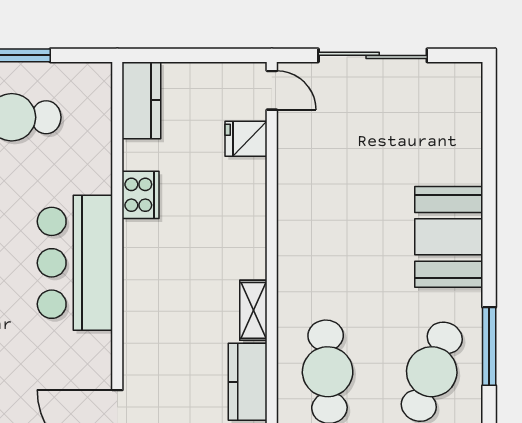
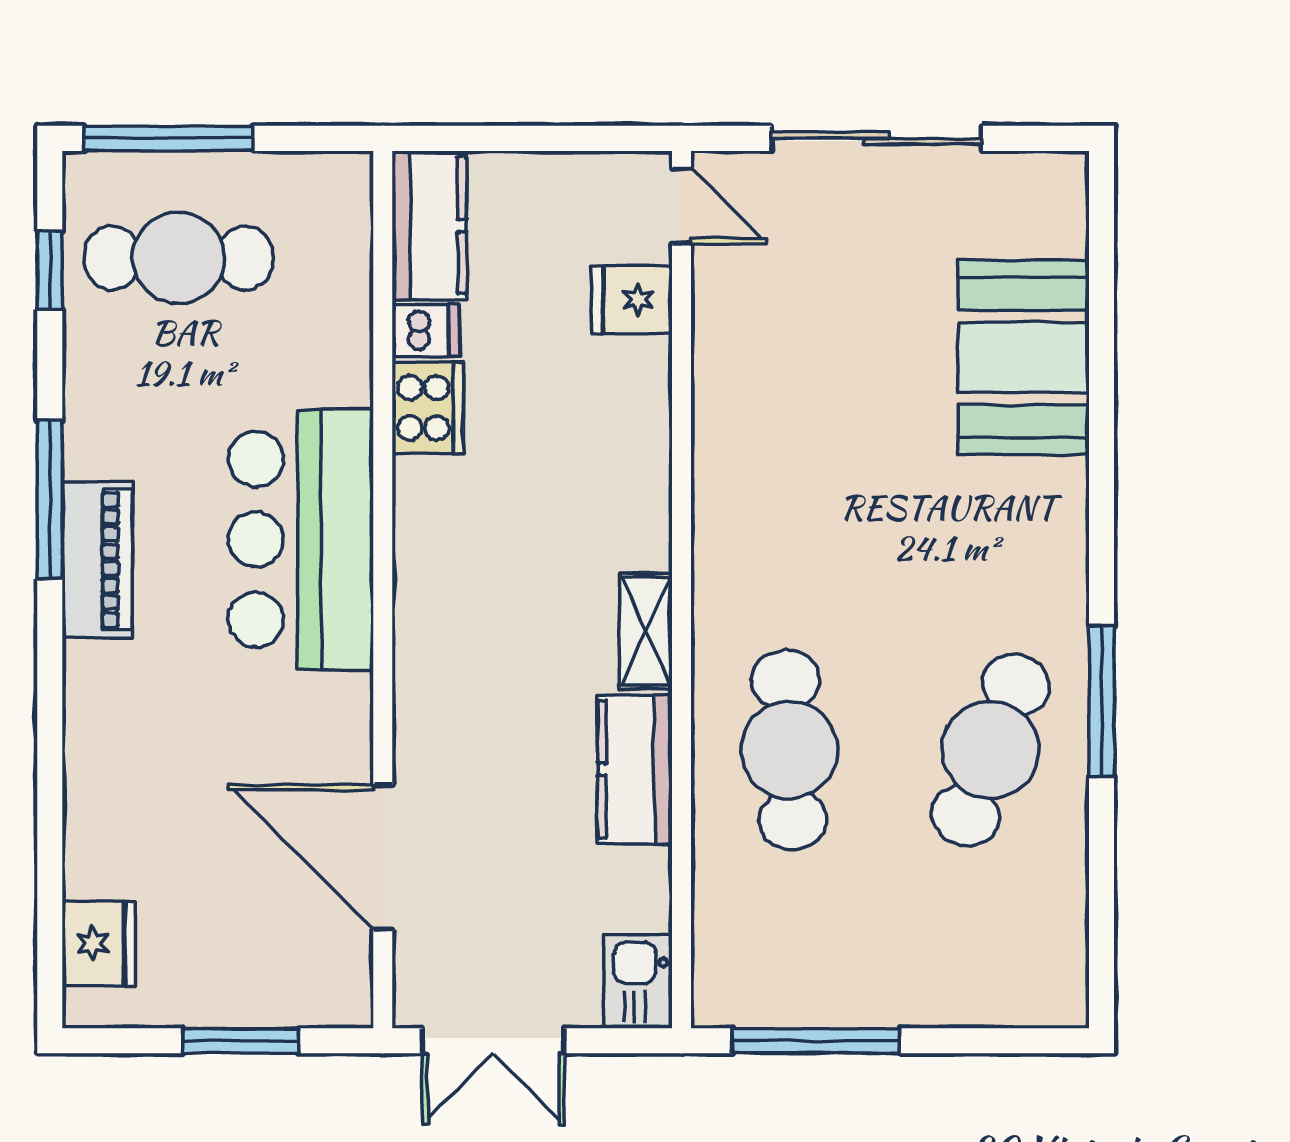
dishwasher: (140, 155) -> (426, 331), added
booth: (449, 237) -> (1024, 357), moved

